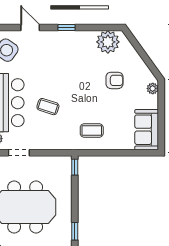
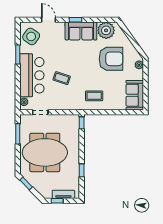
sofa: (74, 43) -> (81, 31), added
armchair: (115, 80) -> (111, 59), width x1.88, depth x1.88

